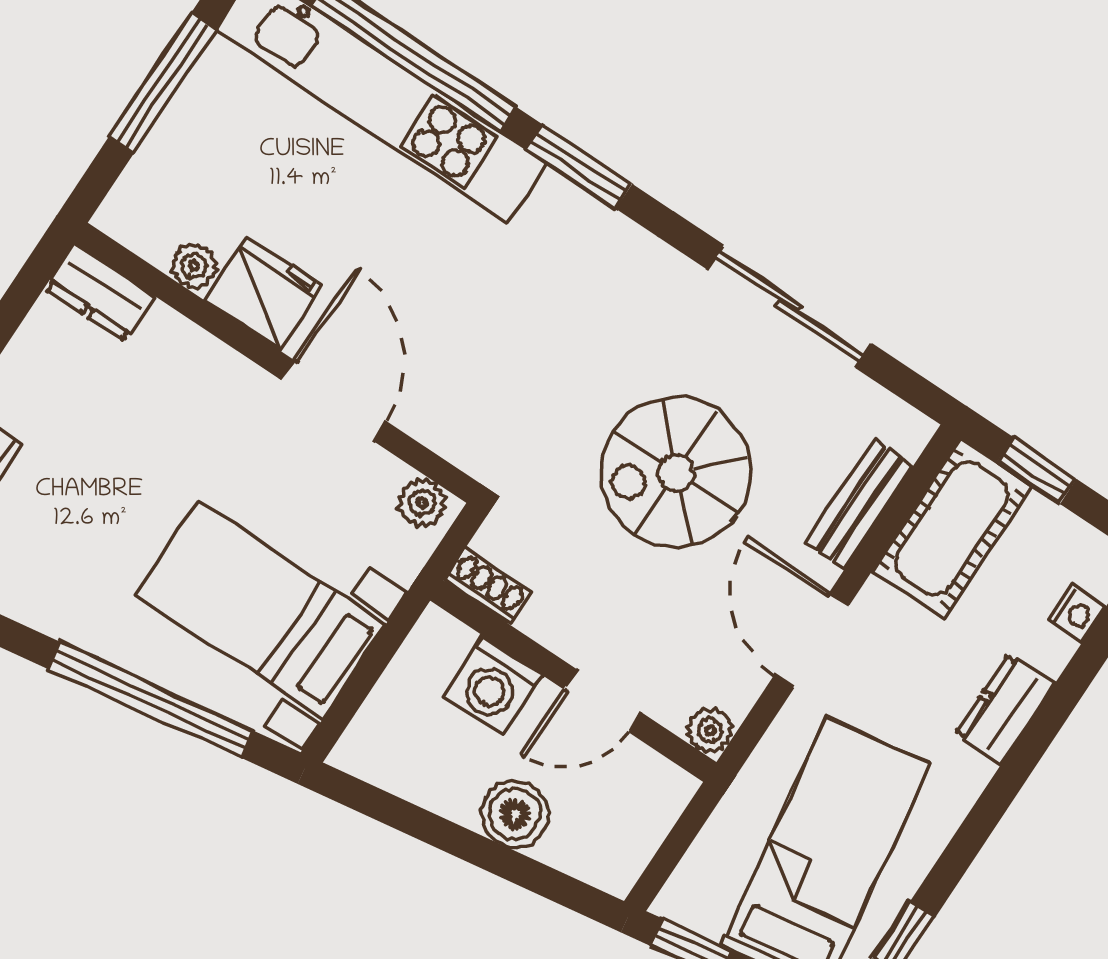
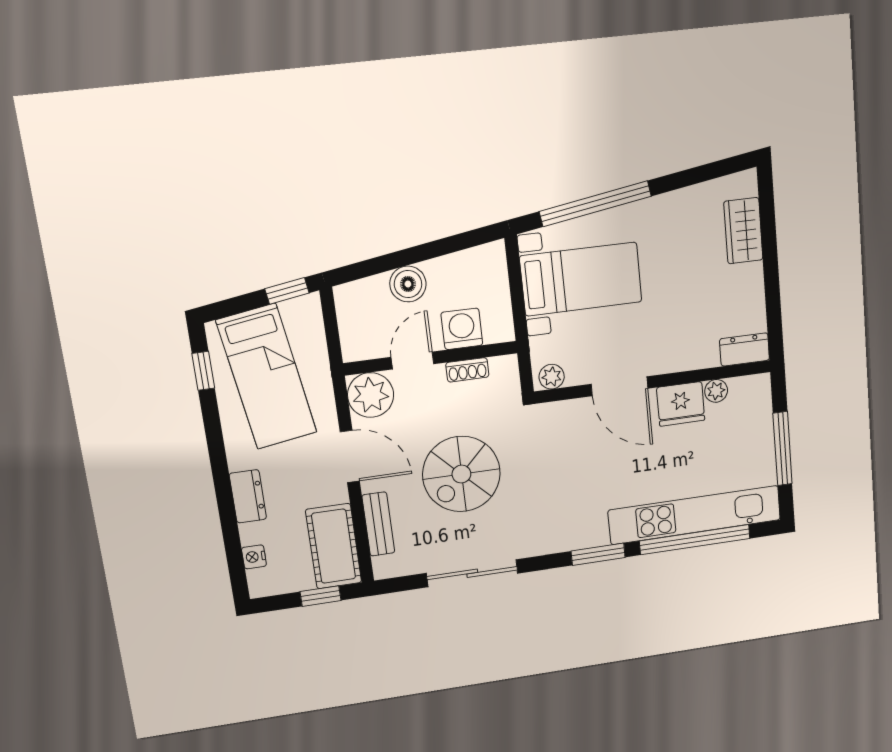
spiral stairs: (676, 472) -> (461, 474), turned 180
shoe rack: (487, 587) -> (467, 370), moved
plant: (710, 730) -> (371, 395), width x1.88, depth x1.88

